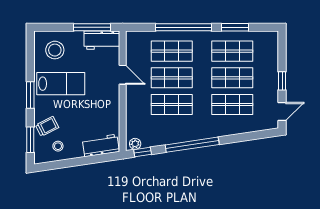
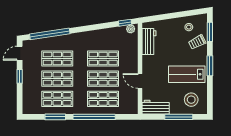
window: (92, 27) -> (179, 117), moved
workbench: (101, 145) -> (149, 42), moved, turned -82
window: (192, 145) -> (50, 34), moved

